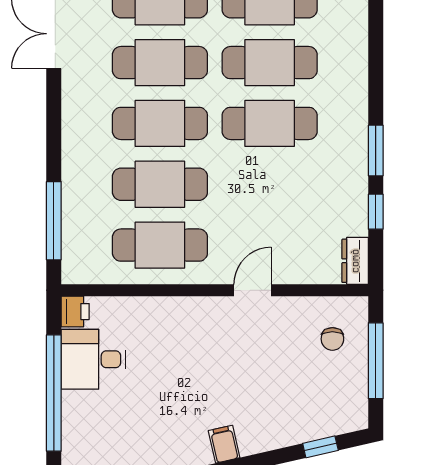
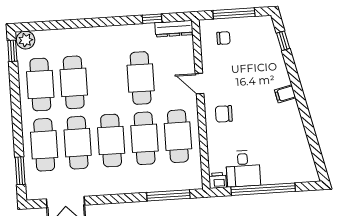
cafe table: (270, 123) -> (141, 78), moved
window: (376, 150) -> (118, 21), removed
dresser: (355, 261) -> (174, 29), width x1.44
chair: (195, 331) -> (224, 114), added

